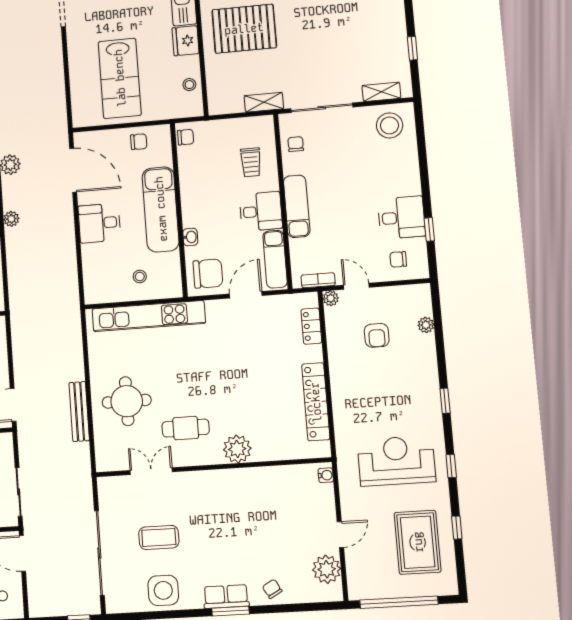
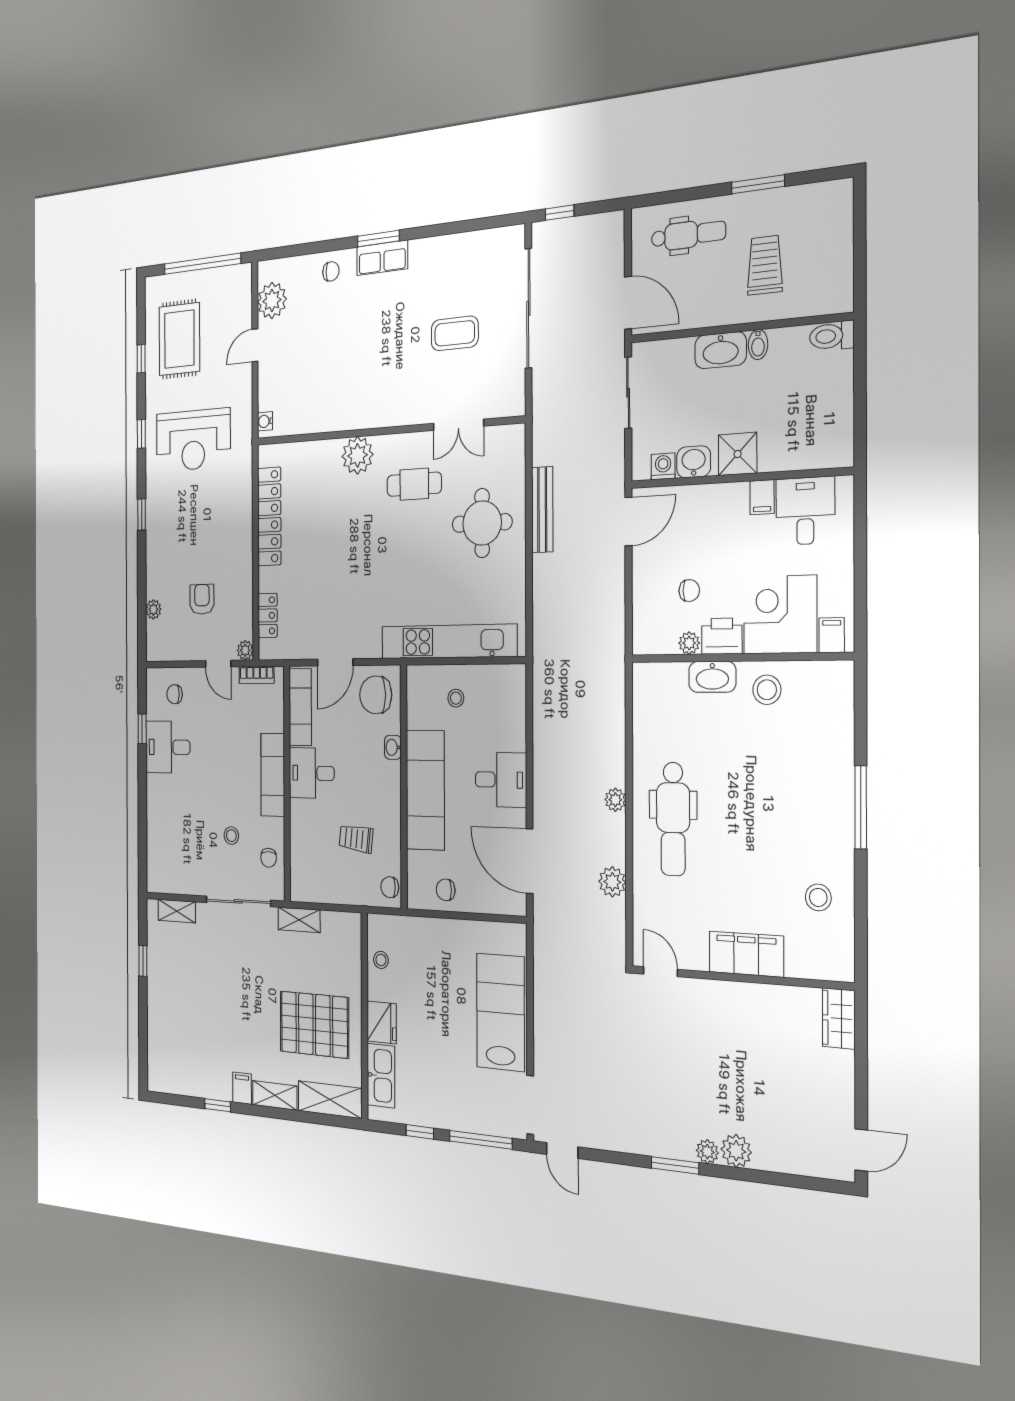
lab bench: (120, 78) -> (500, 1012), moved
stool: (390, 125) -> (231, 836), moved, width x0.53, depth x0.53
trolley: (251, 162) -> (356, 839), moved, turned -84
chair: (398, 259) -> (174, 694), turned 180
chair: (272, 589) -> (331, 271), turned -61
side table: (163, 590) -> (454, 261), removed

